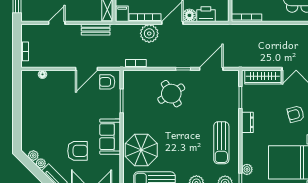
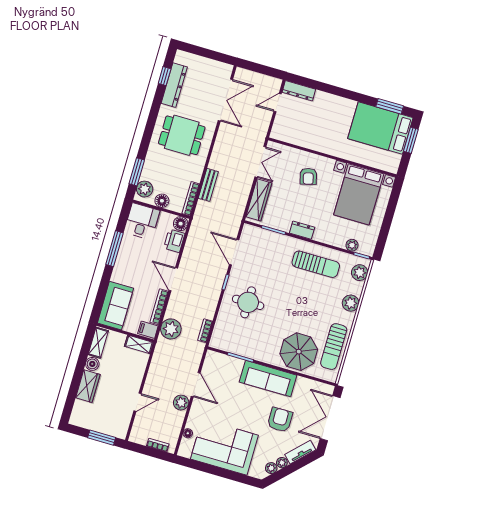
floor lamp: (189, 15) -> (181, 224), moved
door: (57, 23) -> (138, 402), swing flipped
bench: (96, 30) -> (208, 185), moved
plant: (149, 33) -> (171, 329), moved
plant: (67, 61) -> (181, 403), added
armchair: (107, 82) -> (216, 367), removed
round table: (171, 94) -> (248, 302), turned 32
corner sofa: (40, 110) -> (224, 447), added
sofa: (110, 137) -> (268, 379), width x1.36

